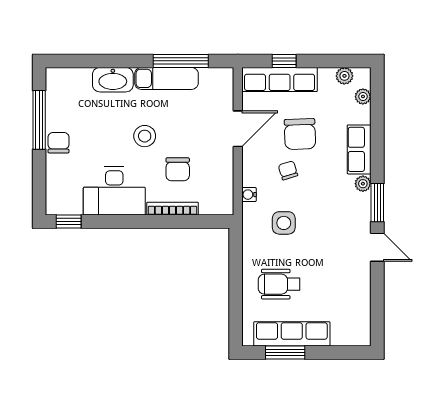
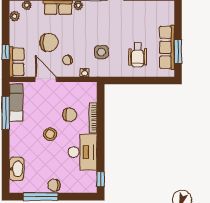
exam couch: (166, 78) -> (16, 103), moved
row of seats: (280, 79) -> (17, 62), width x0.68
washbasin: (113, 80) -> (17, 169), moved
chair: (288, 170) -> (67, 60), moved

